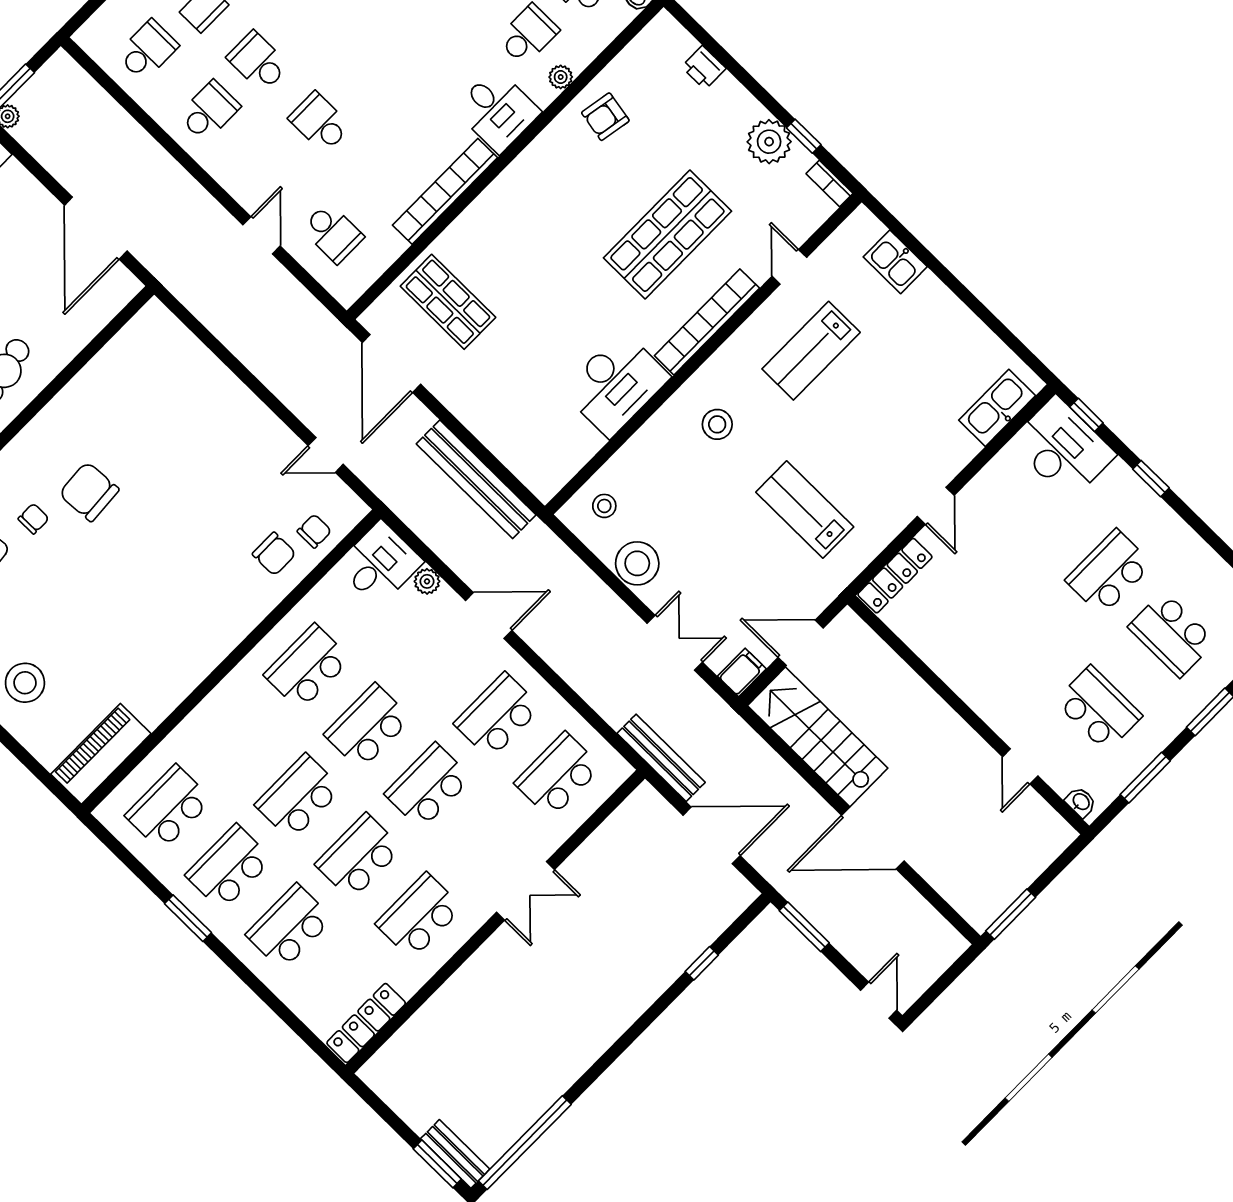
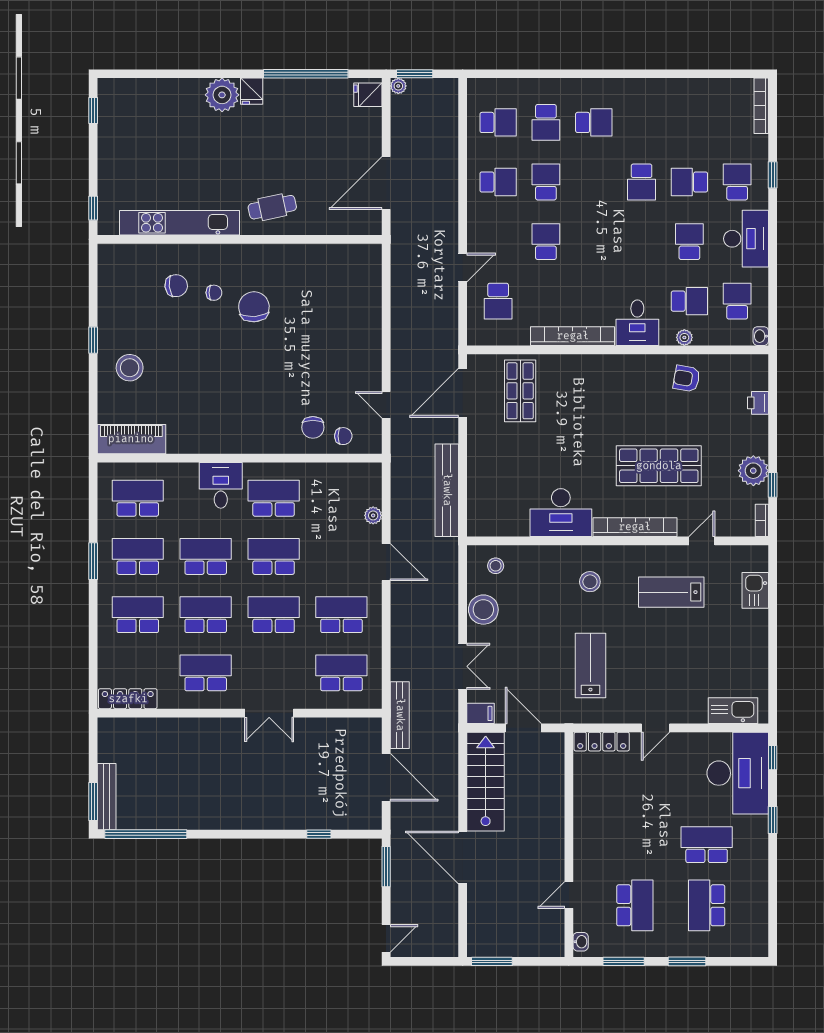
desk: (1063, 448) -> (738, 773), width x1.36, depth x1.30
desk: (380, 564) -> (221, 485), moved, turned -90
bench: (455, 1154) -> (107, 797), width x1.36

